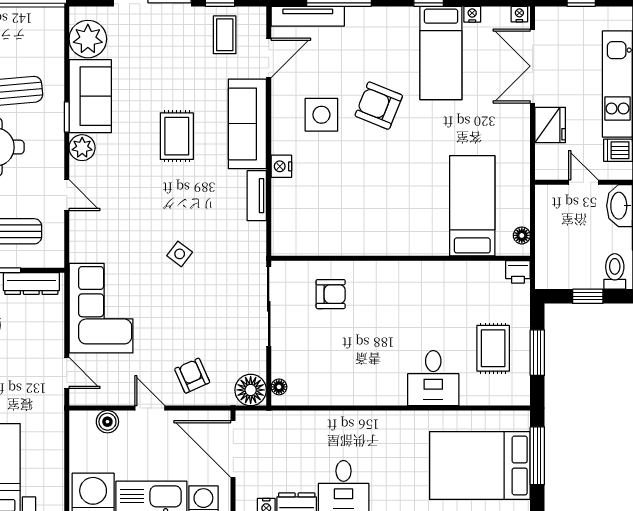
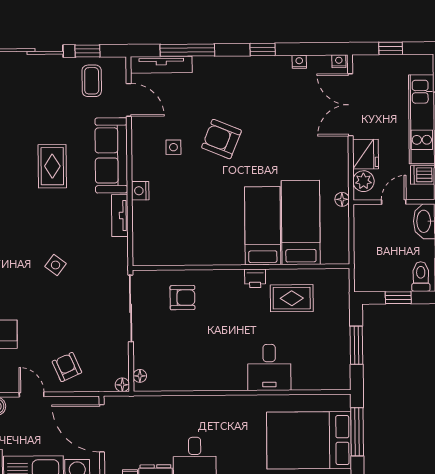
bed: (441, 53) -> (263, 226), moved, turned 180
door: (269, 58) -> (129, 100), hinge flipped
side table: (321, 115) -> (173, 147), width x0.54, depth x0.54
plant: (548, 157) -> (363, 181), added
door: (583, 182) -> (394, 202), hinge flipped
floor lamp: (522, 235) -> (342, 199), moved
printer: (518, 272) -> (255, 278), moved
rug: (493, 348) -> (292, 298), moved, turned 90
floor lamp: (251, 390) -> (122, 385), width x0.53, depth x0.53

